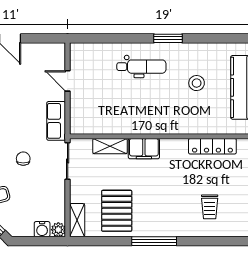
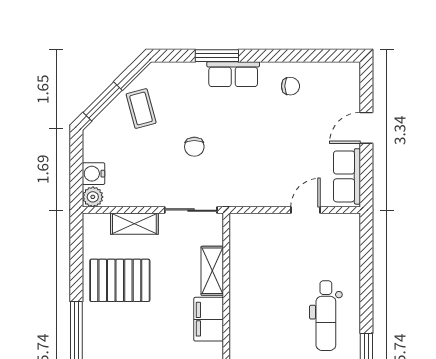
row of seats: (56, 121) -> (347, 176), moved, turned -90
chair: (23, 159) -> (194, 147), turned 90
shelving: (77, 220) -> (134, 224), moved

